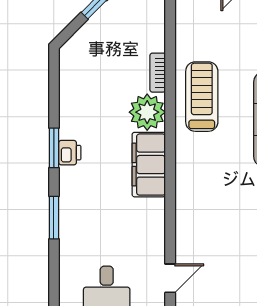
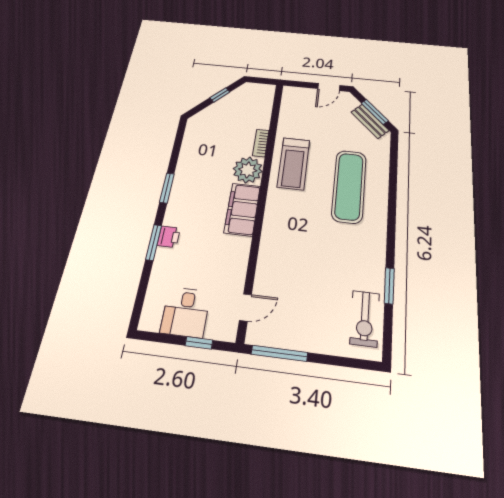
treadmill: (202, 97) -> (294, 163), turned 180
printer: (70, 153) -> (169, 237), moved

